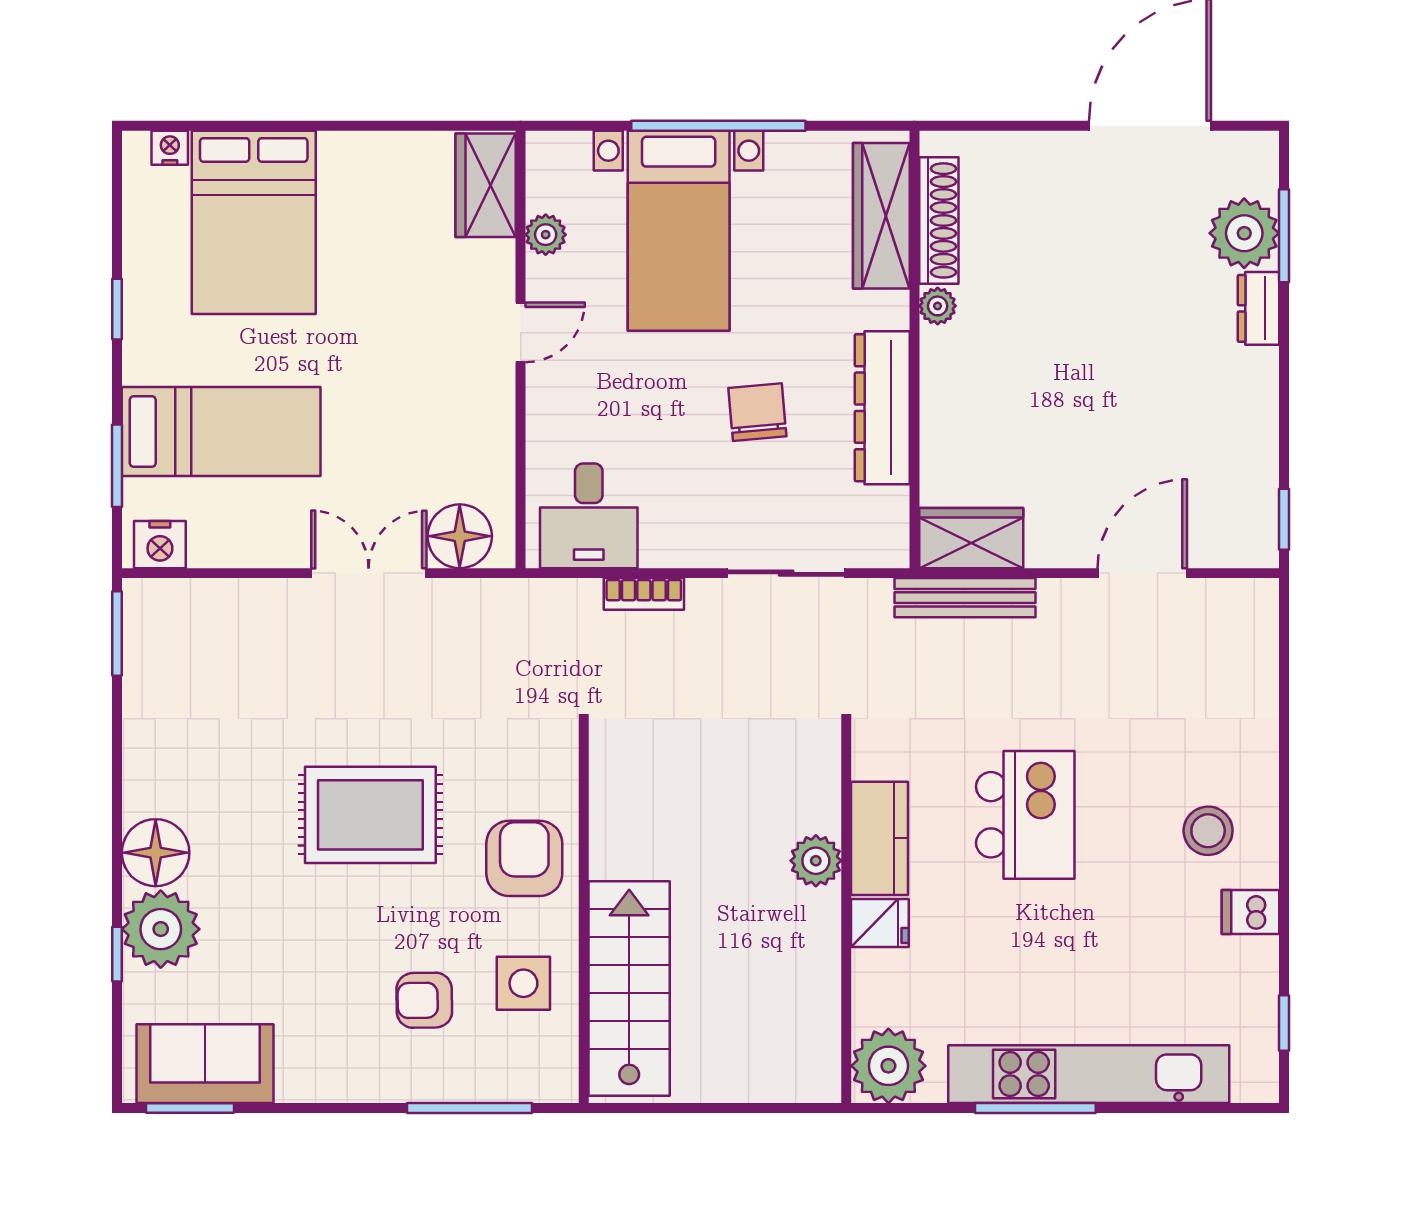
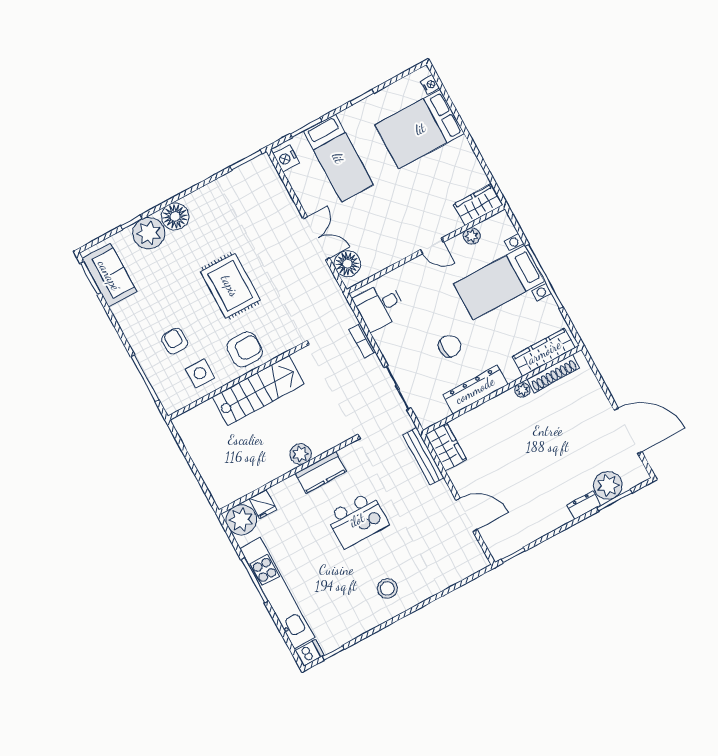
dishwasher: (1250, 912) -> (309, 653), moved, turned 90
fridge: (880, 923) -> (263, 504), moved
stairs: (629, 988) -> (258, 391), moved

